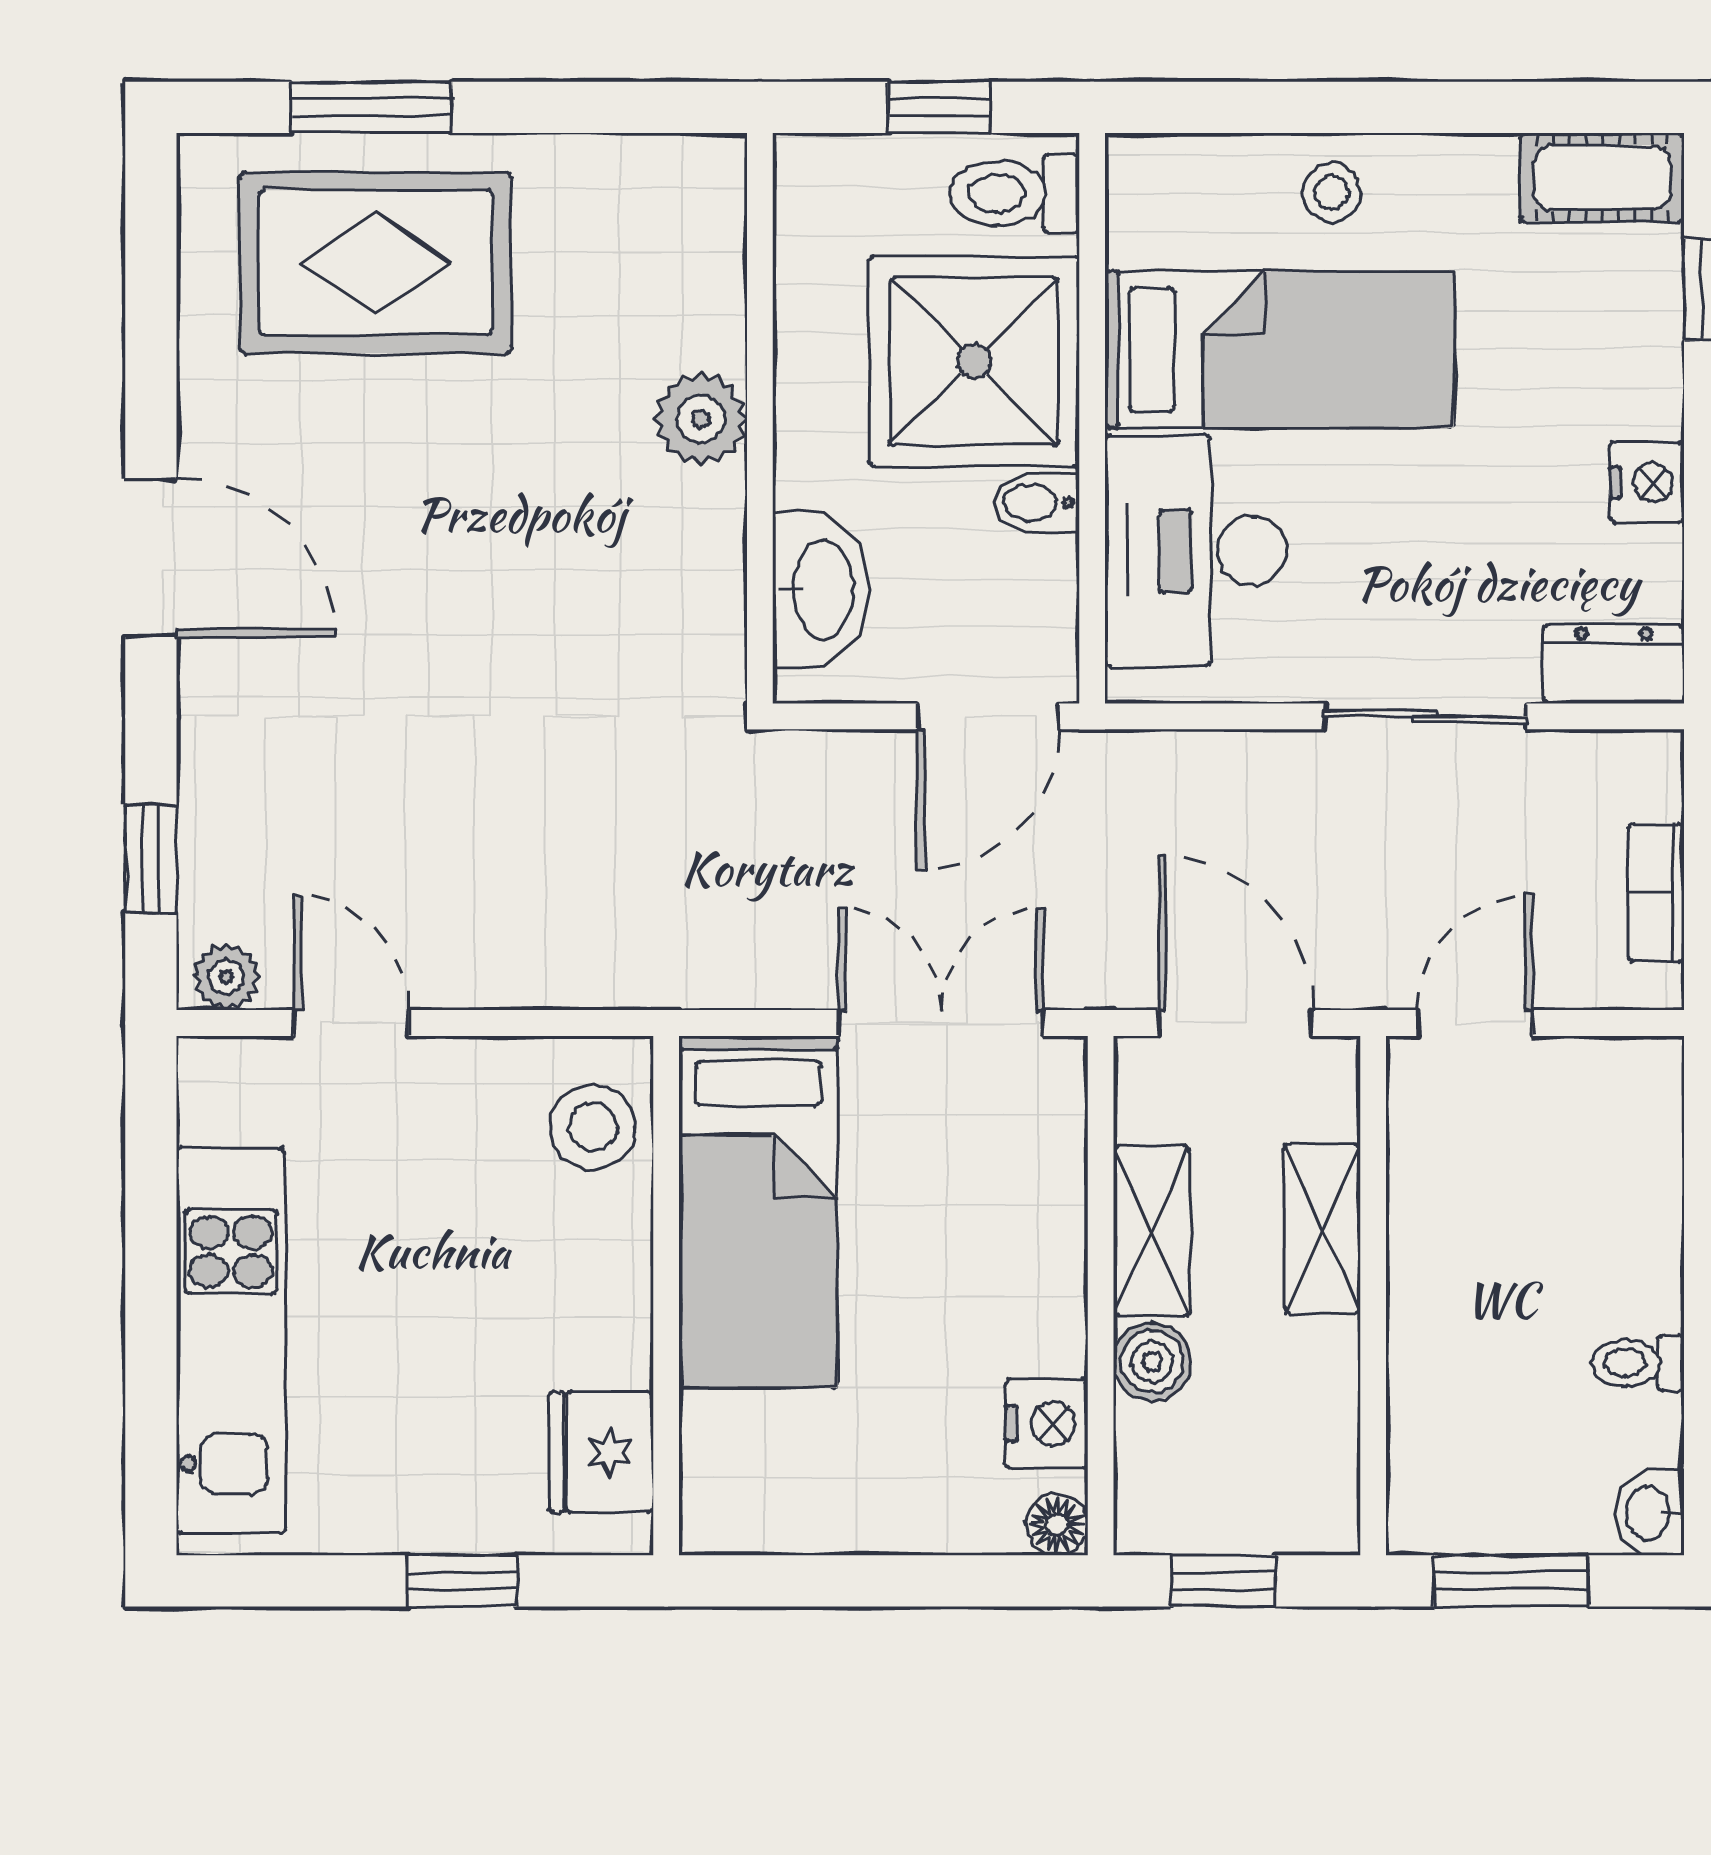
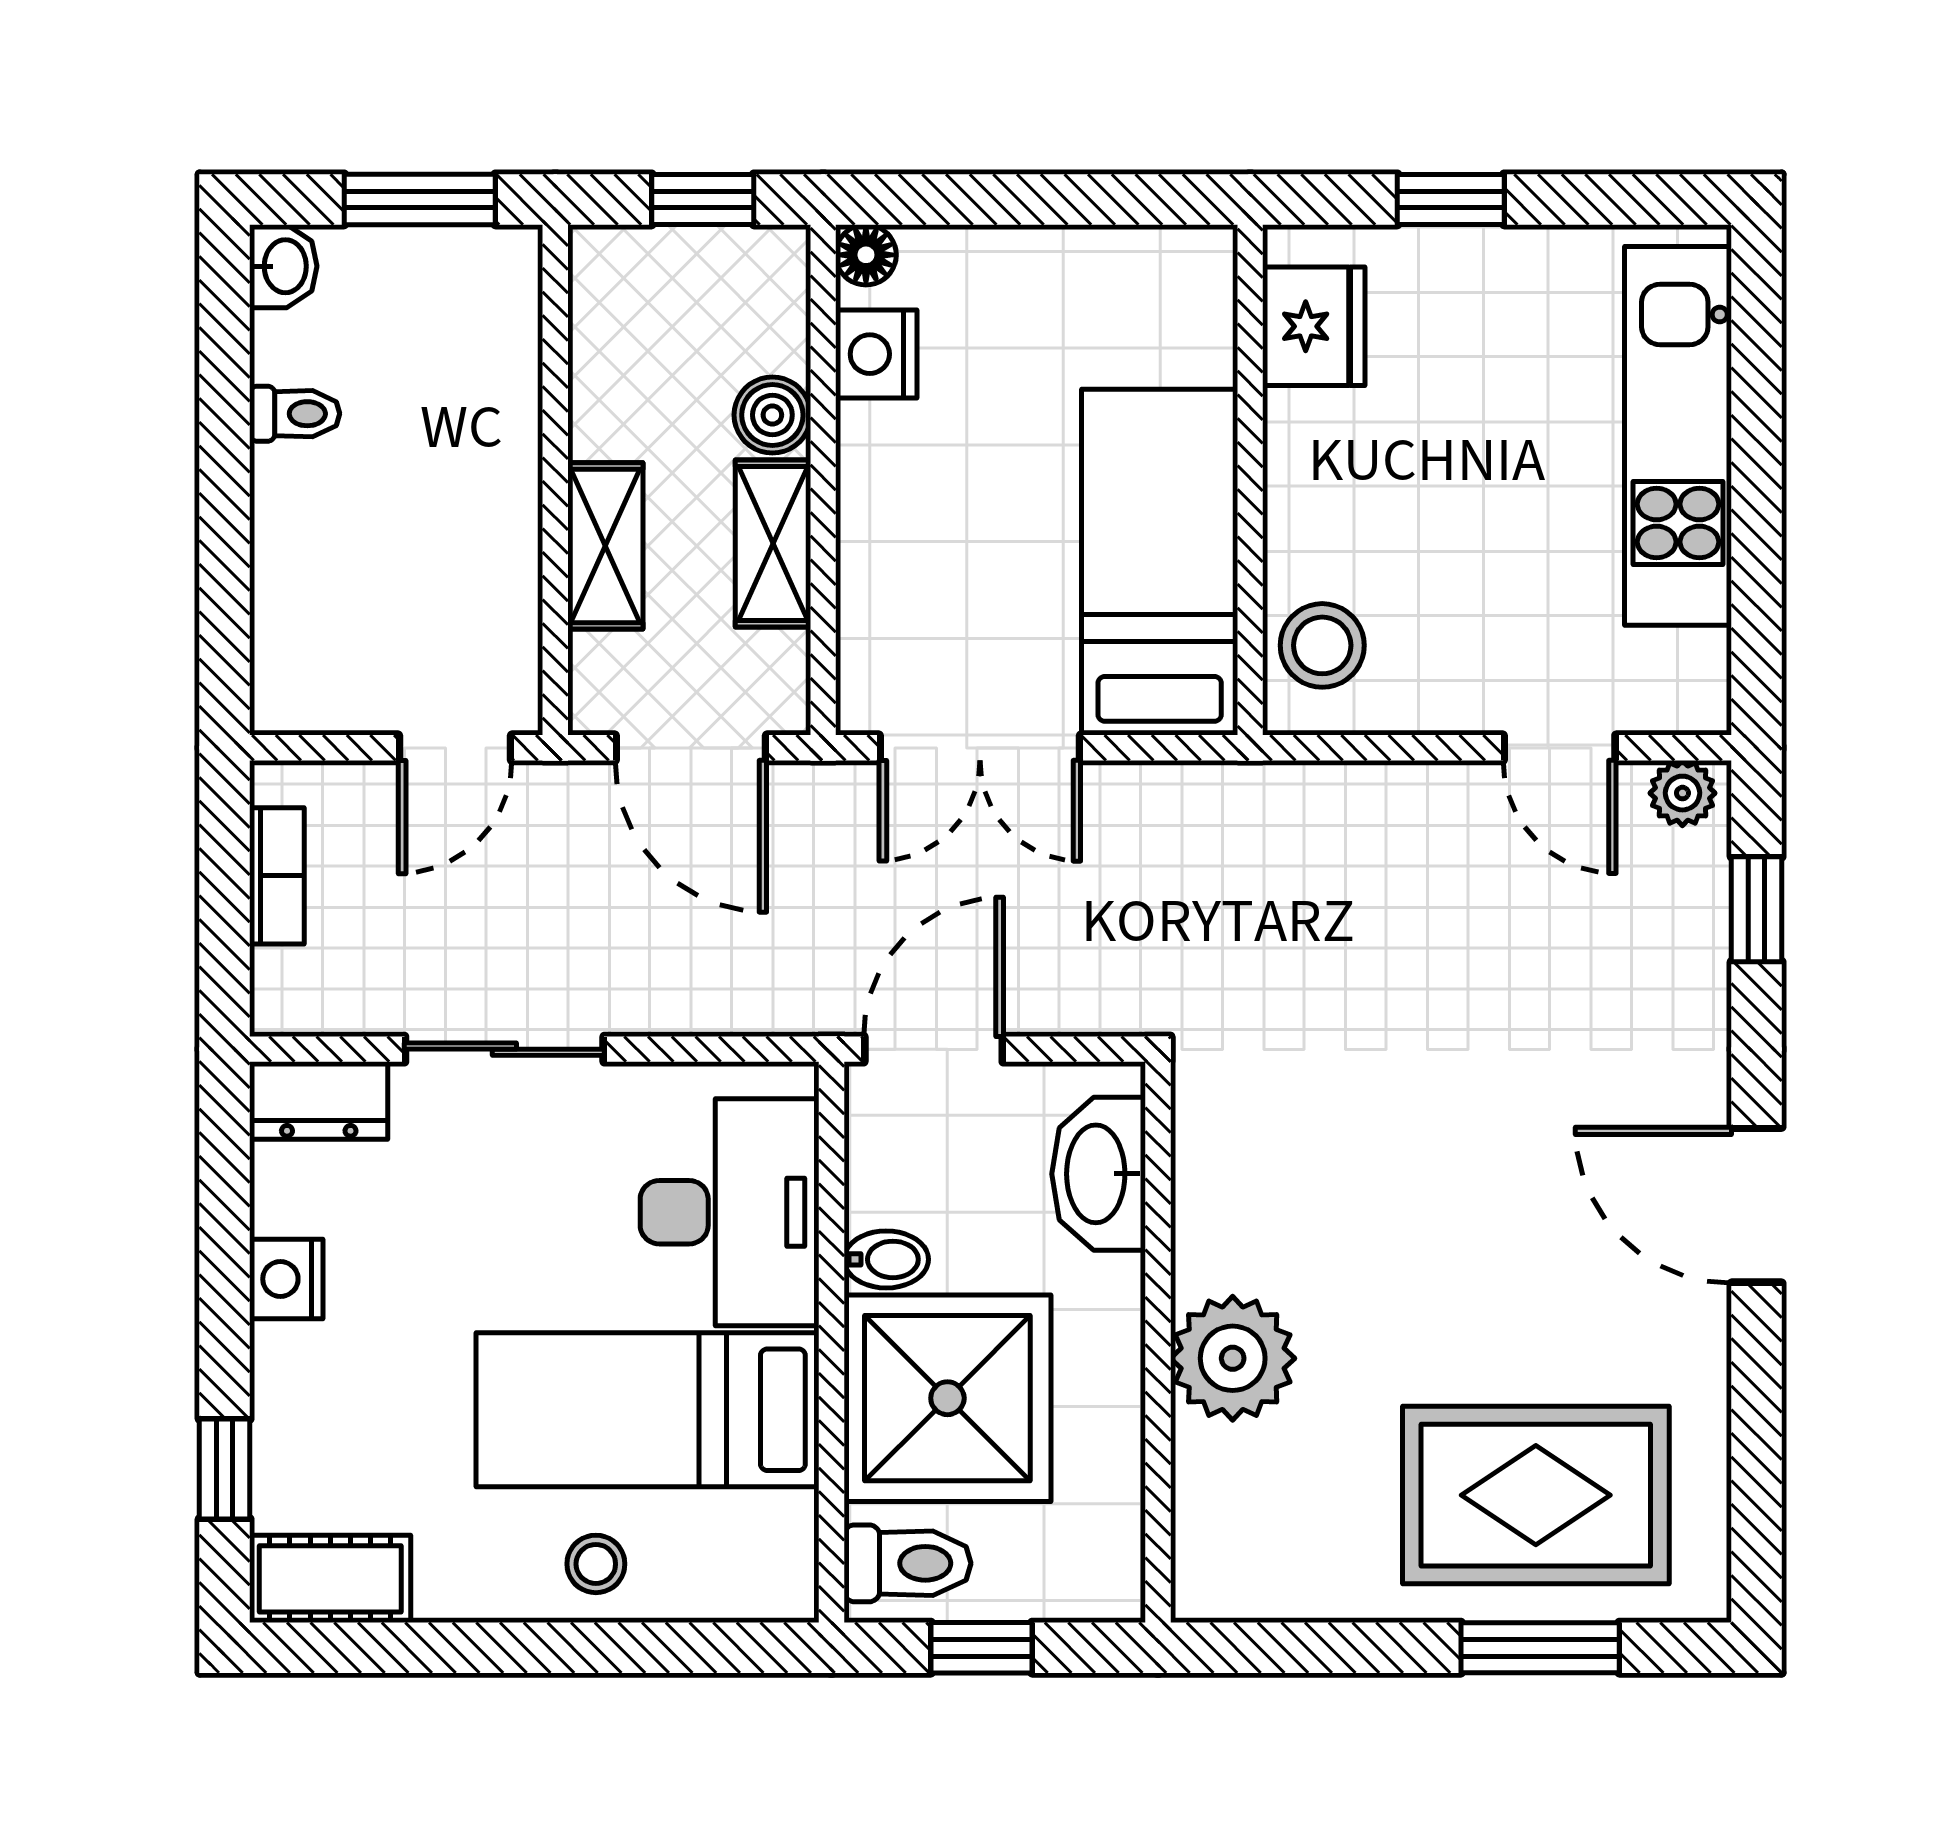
plant: (701, 419) -> (1233, 1358), width x1.36, depth x1.36

